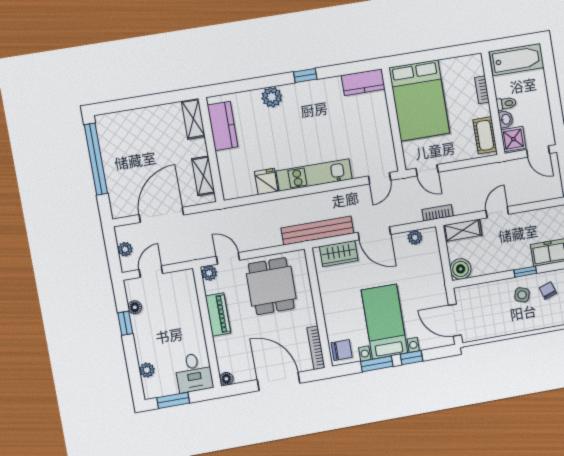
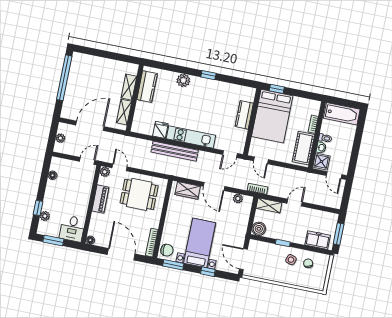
window: (411, 59) -> (277, 89), added
kitchen counter: (363, 82) -> (244, 115), moved, turned 90
shelving: (193, 119) -> (129, 87), moved
cot: (485, 135) -> (303, 148), width x1.37, depth x1.34
bench: (317, 231) -> (175, 151), moved
door: (151, 272) -> (87, 161), moved
window: (525, 272) -> (283, 243), moved
dining table: (271, 286) -> (139, 194), turned 90
window: (125, 323) -> (38, 208), moved
window: (377, 364) -> (173, 265), moved

